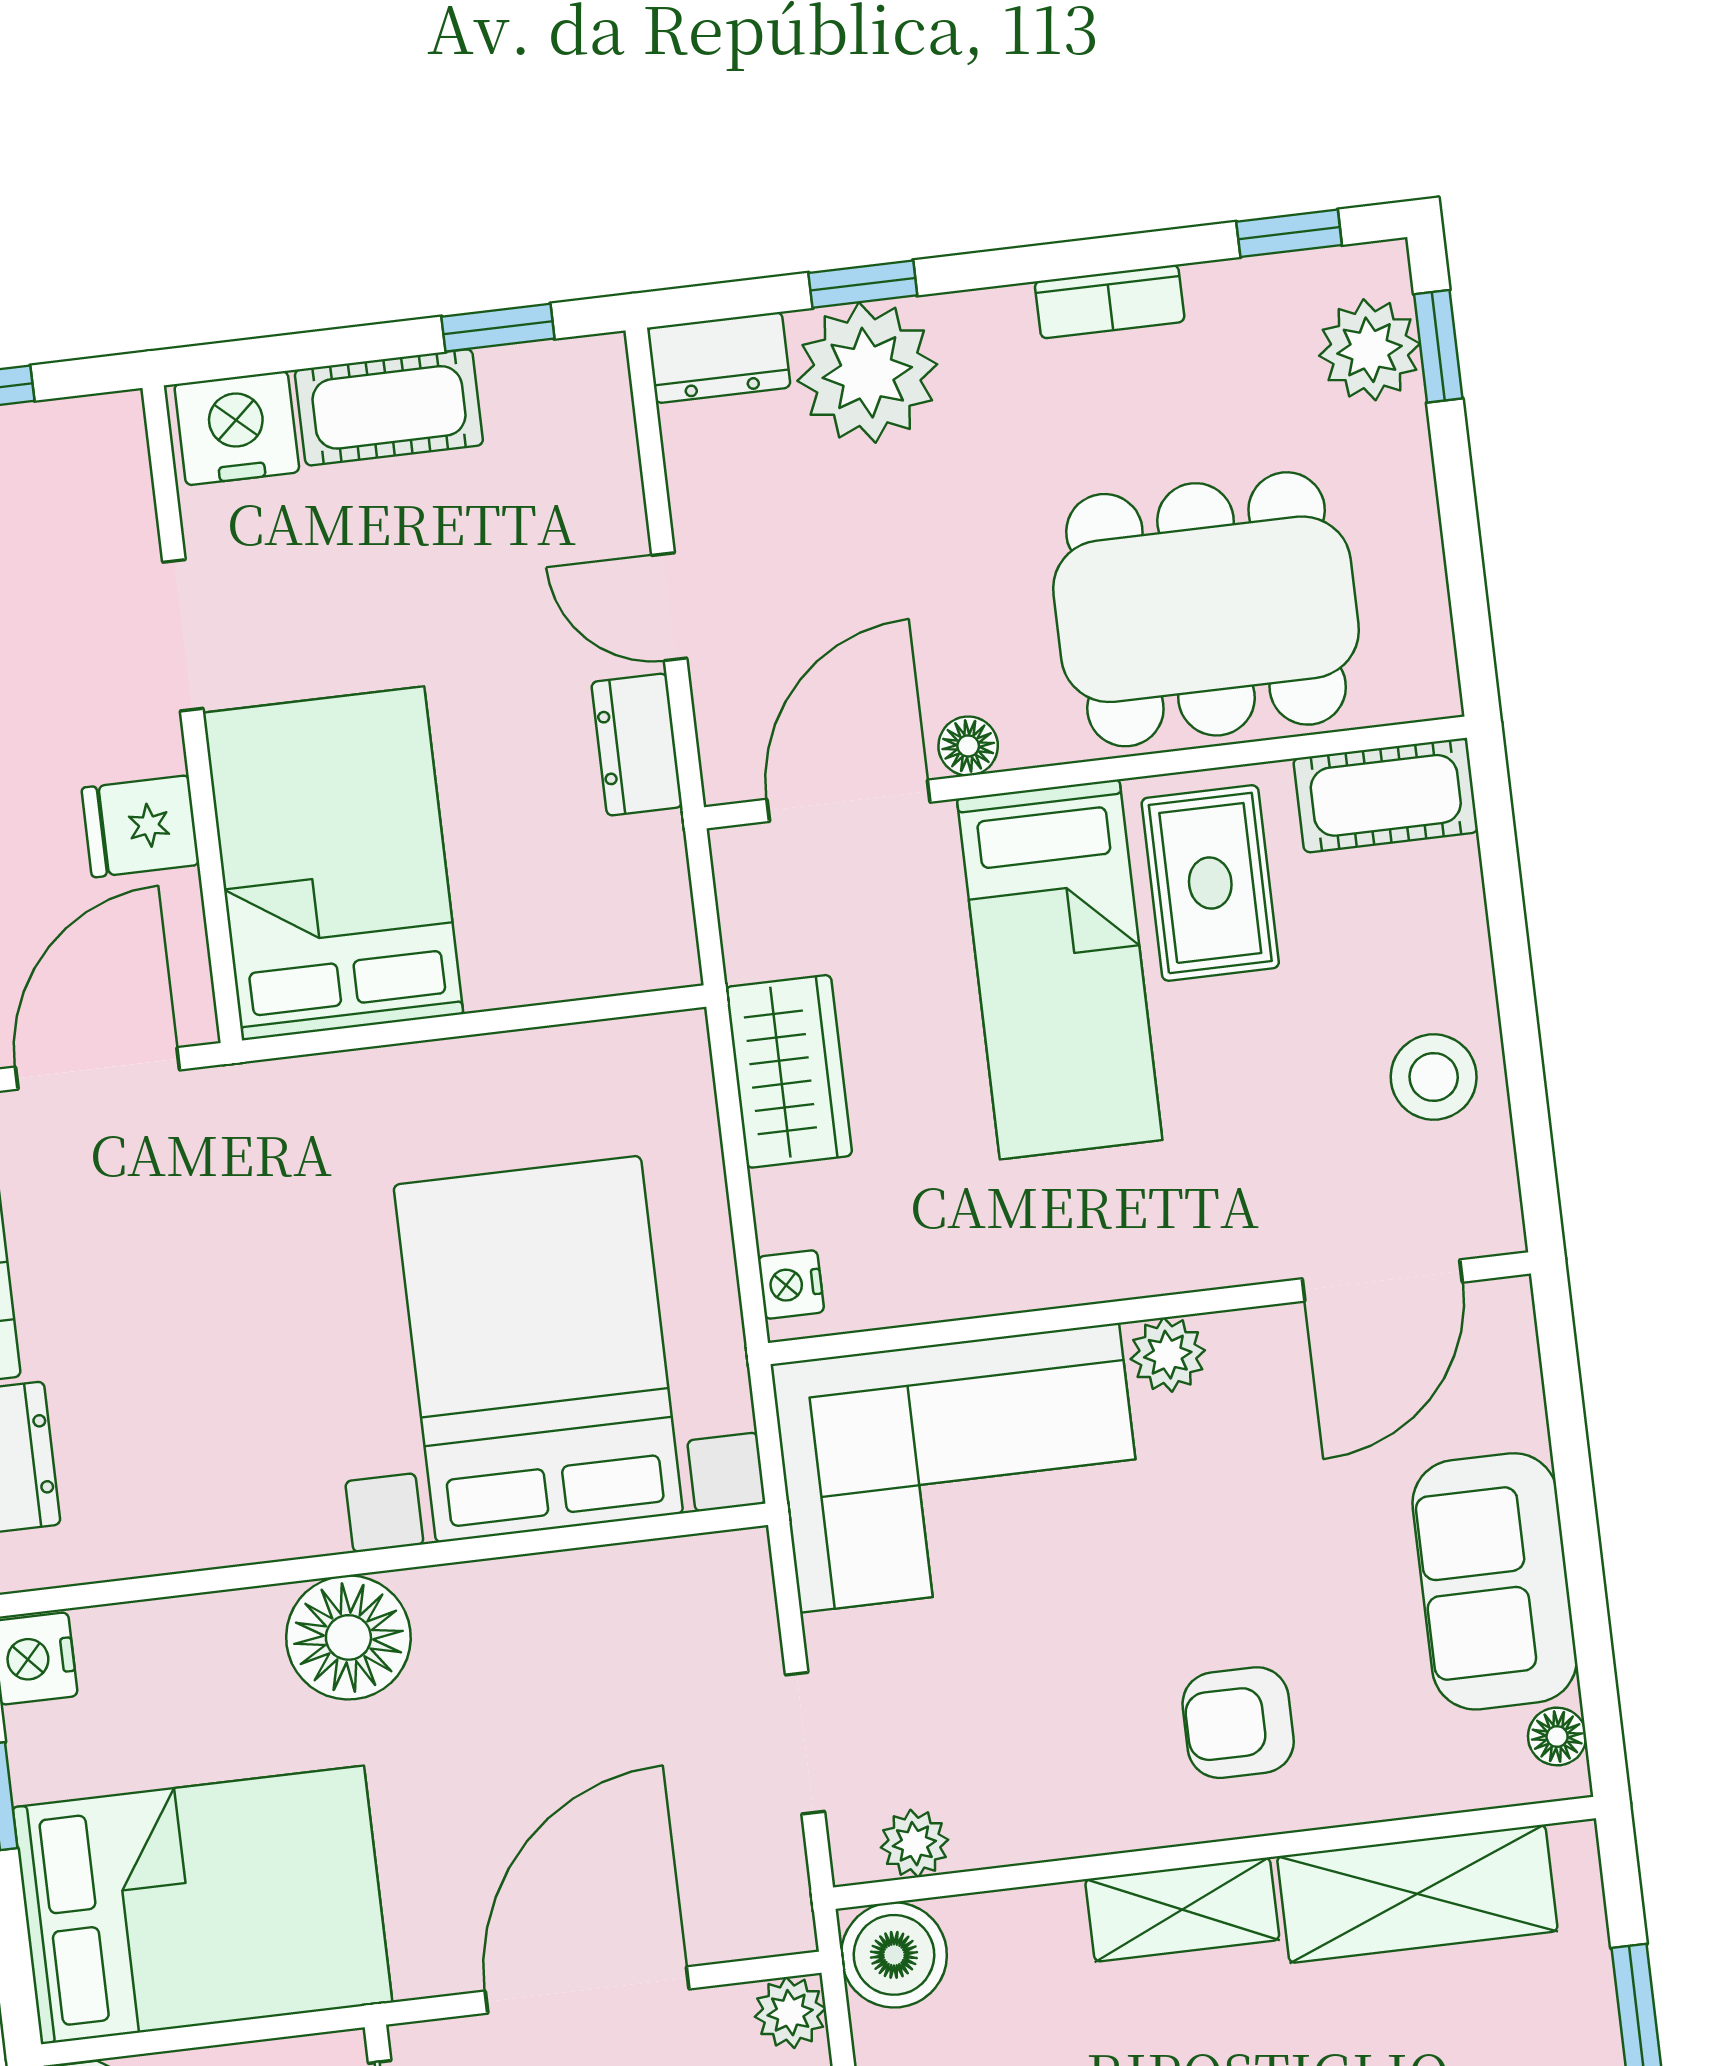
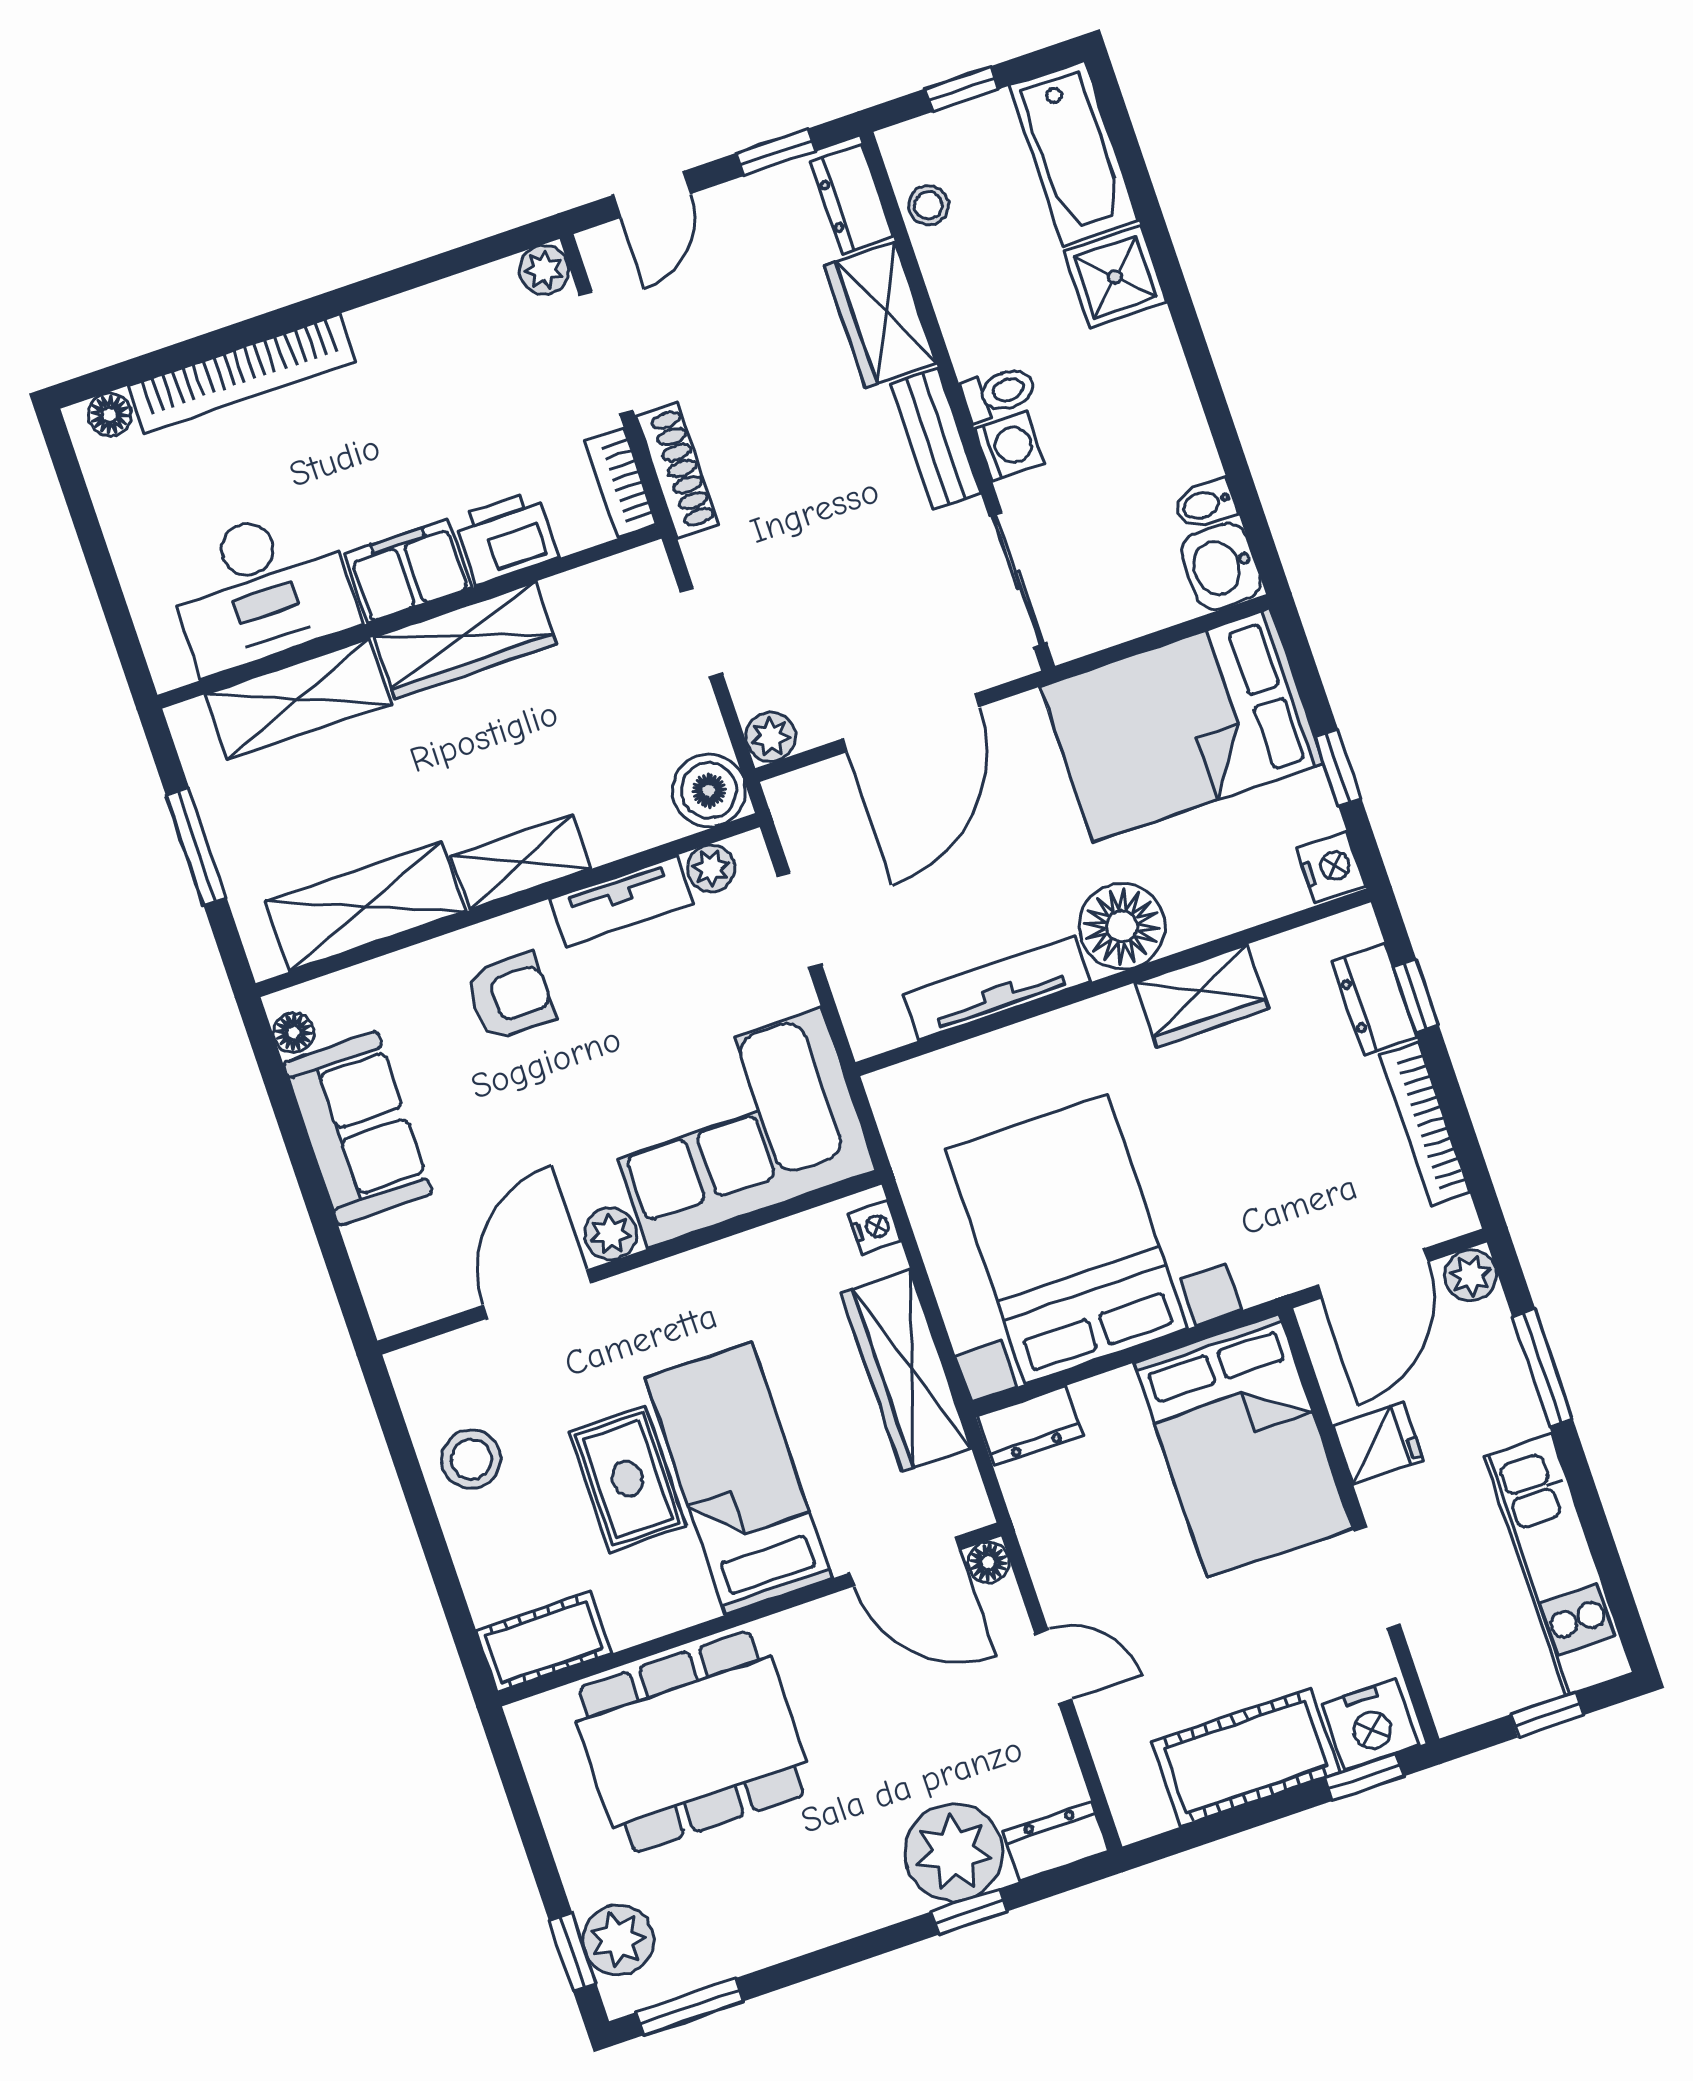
window: (1289, 233) -> (689, 2007), width x1.50
bookcase: (1110, 302) -> (800, 1935), removed
window: (498, 328) -> (1364, 1777), moved
cot: (389, 407) -> (1246, 1757), width x1.37, depth x1.34
dresser: (637, 745) -> (1030, 1426), moved, turned 90
floor lamp: (968, 746) -> (989, 1562), moved
door: (848, 801) -> (905, 1561), hinge flipped
rug: (1210, 883) -> (628, 1479), moved
wardrobe: (789, 1071) -> (906, 1371), width x1.50
door: (1382, 1281) -> (537, 1294), moved
bed with nightstands: (538, 1349) -> (1066, 1239), moved, turned 180
wardrobe: (256, 1515) -> (1202, 996), added
tv unit: (545, 1587) -> (997, 988), added
tv unit: (1051, 1824) -> (622, 901), added

